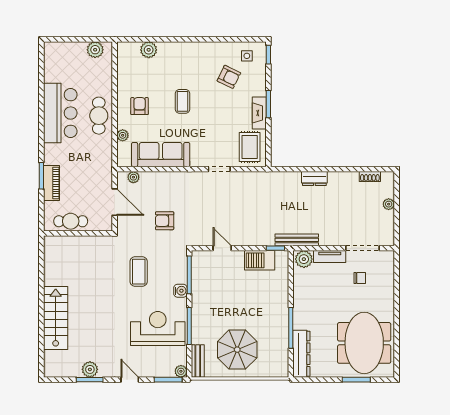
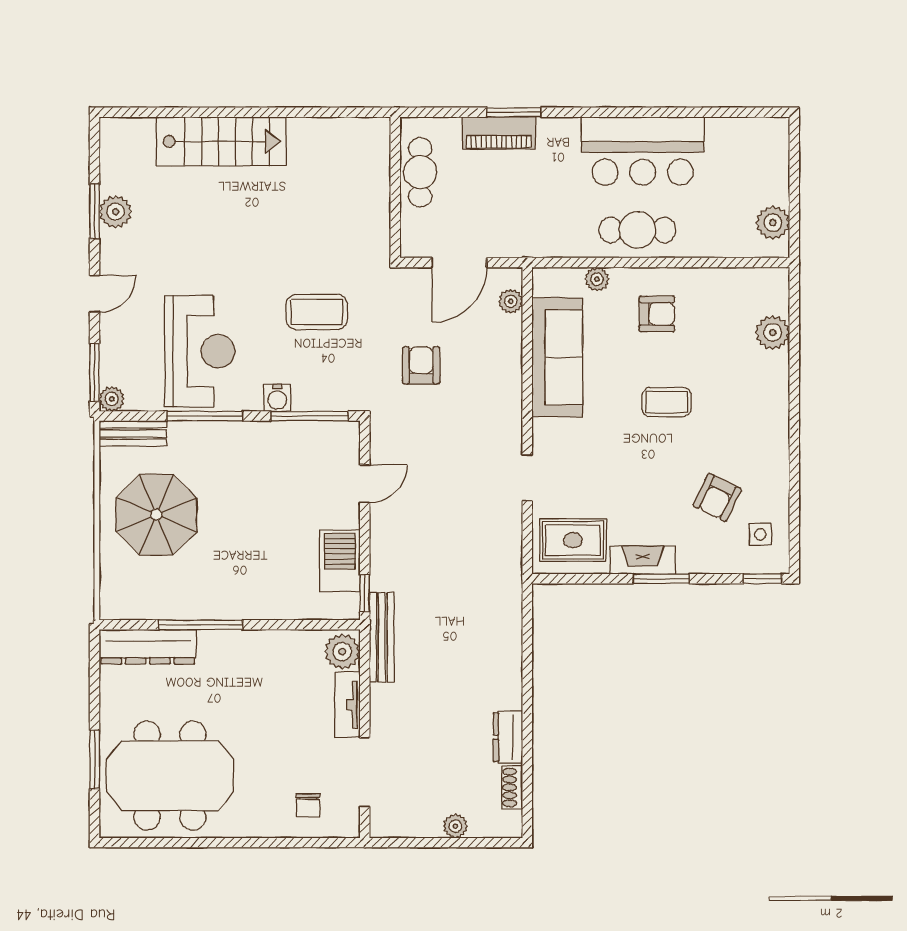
dresser: (314, 179) -> (508, 737), moved
chair: (360, 278) -> (308, 805), moved

